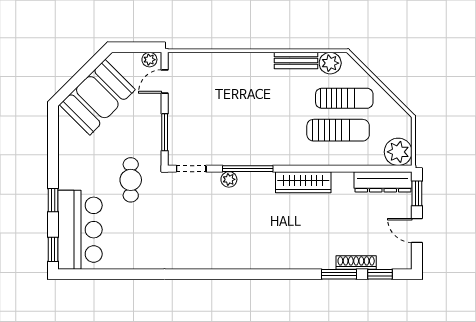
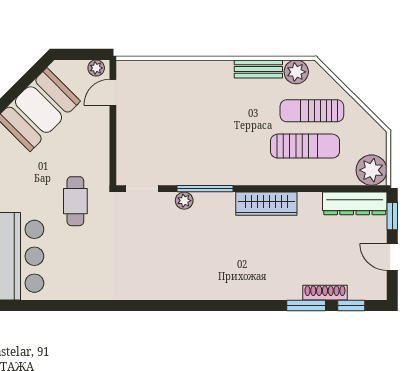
sun lounger: (344, 98) -> (312, 111), turned 180
window: (165, 132) -> (113, 148), removed

